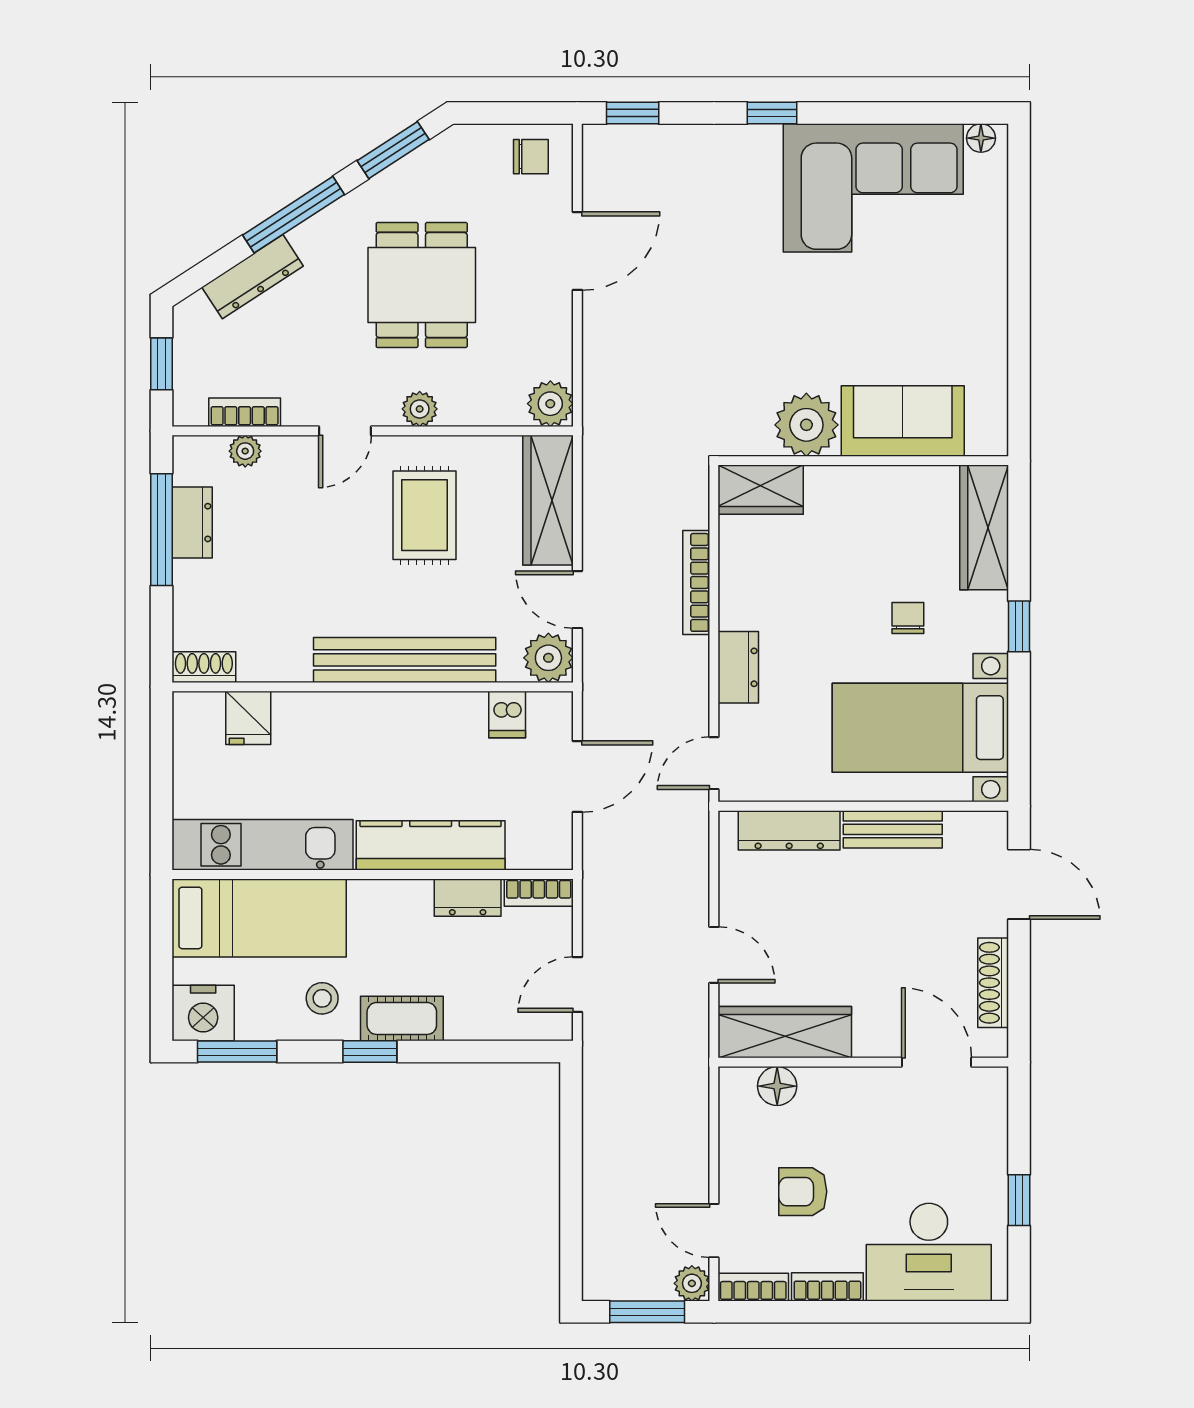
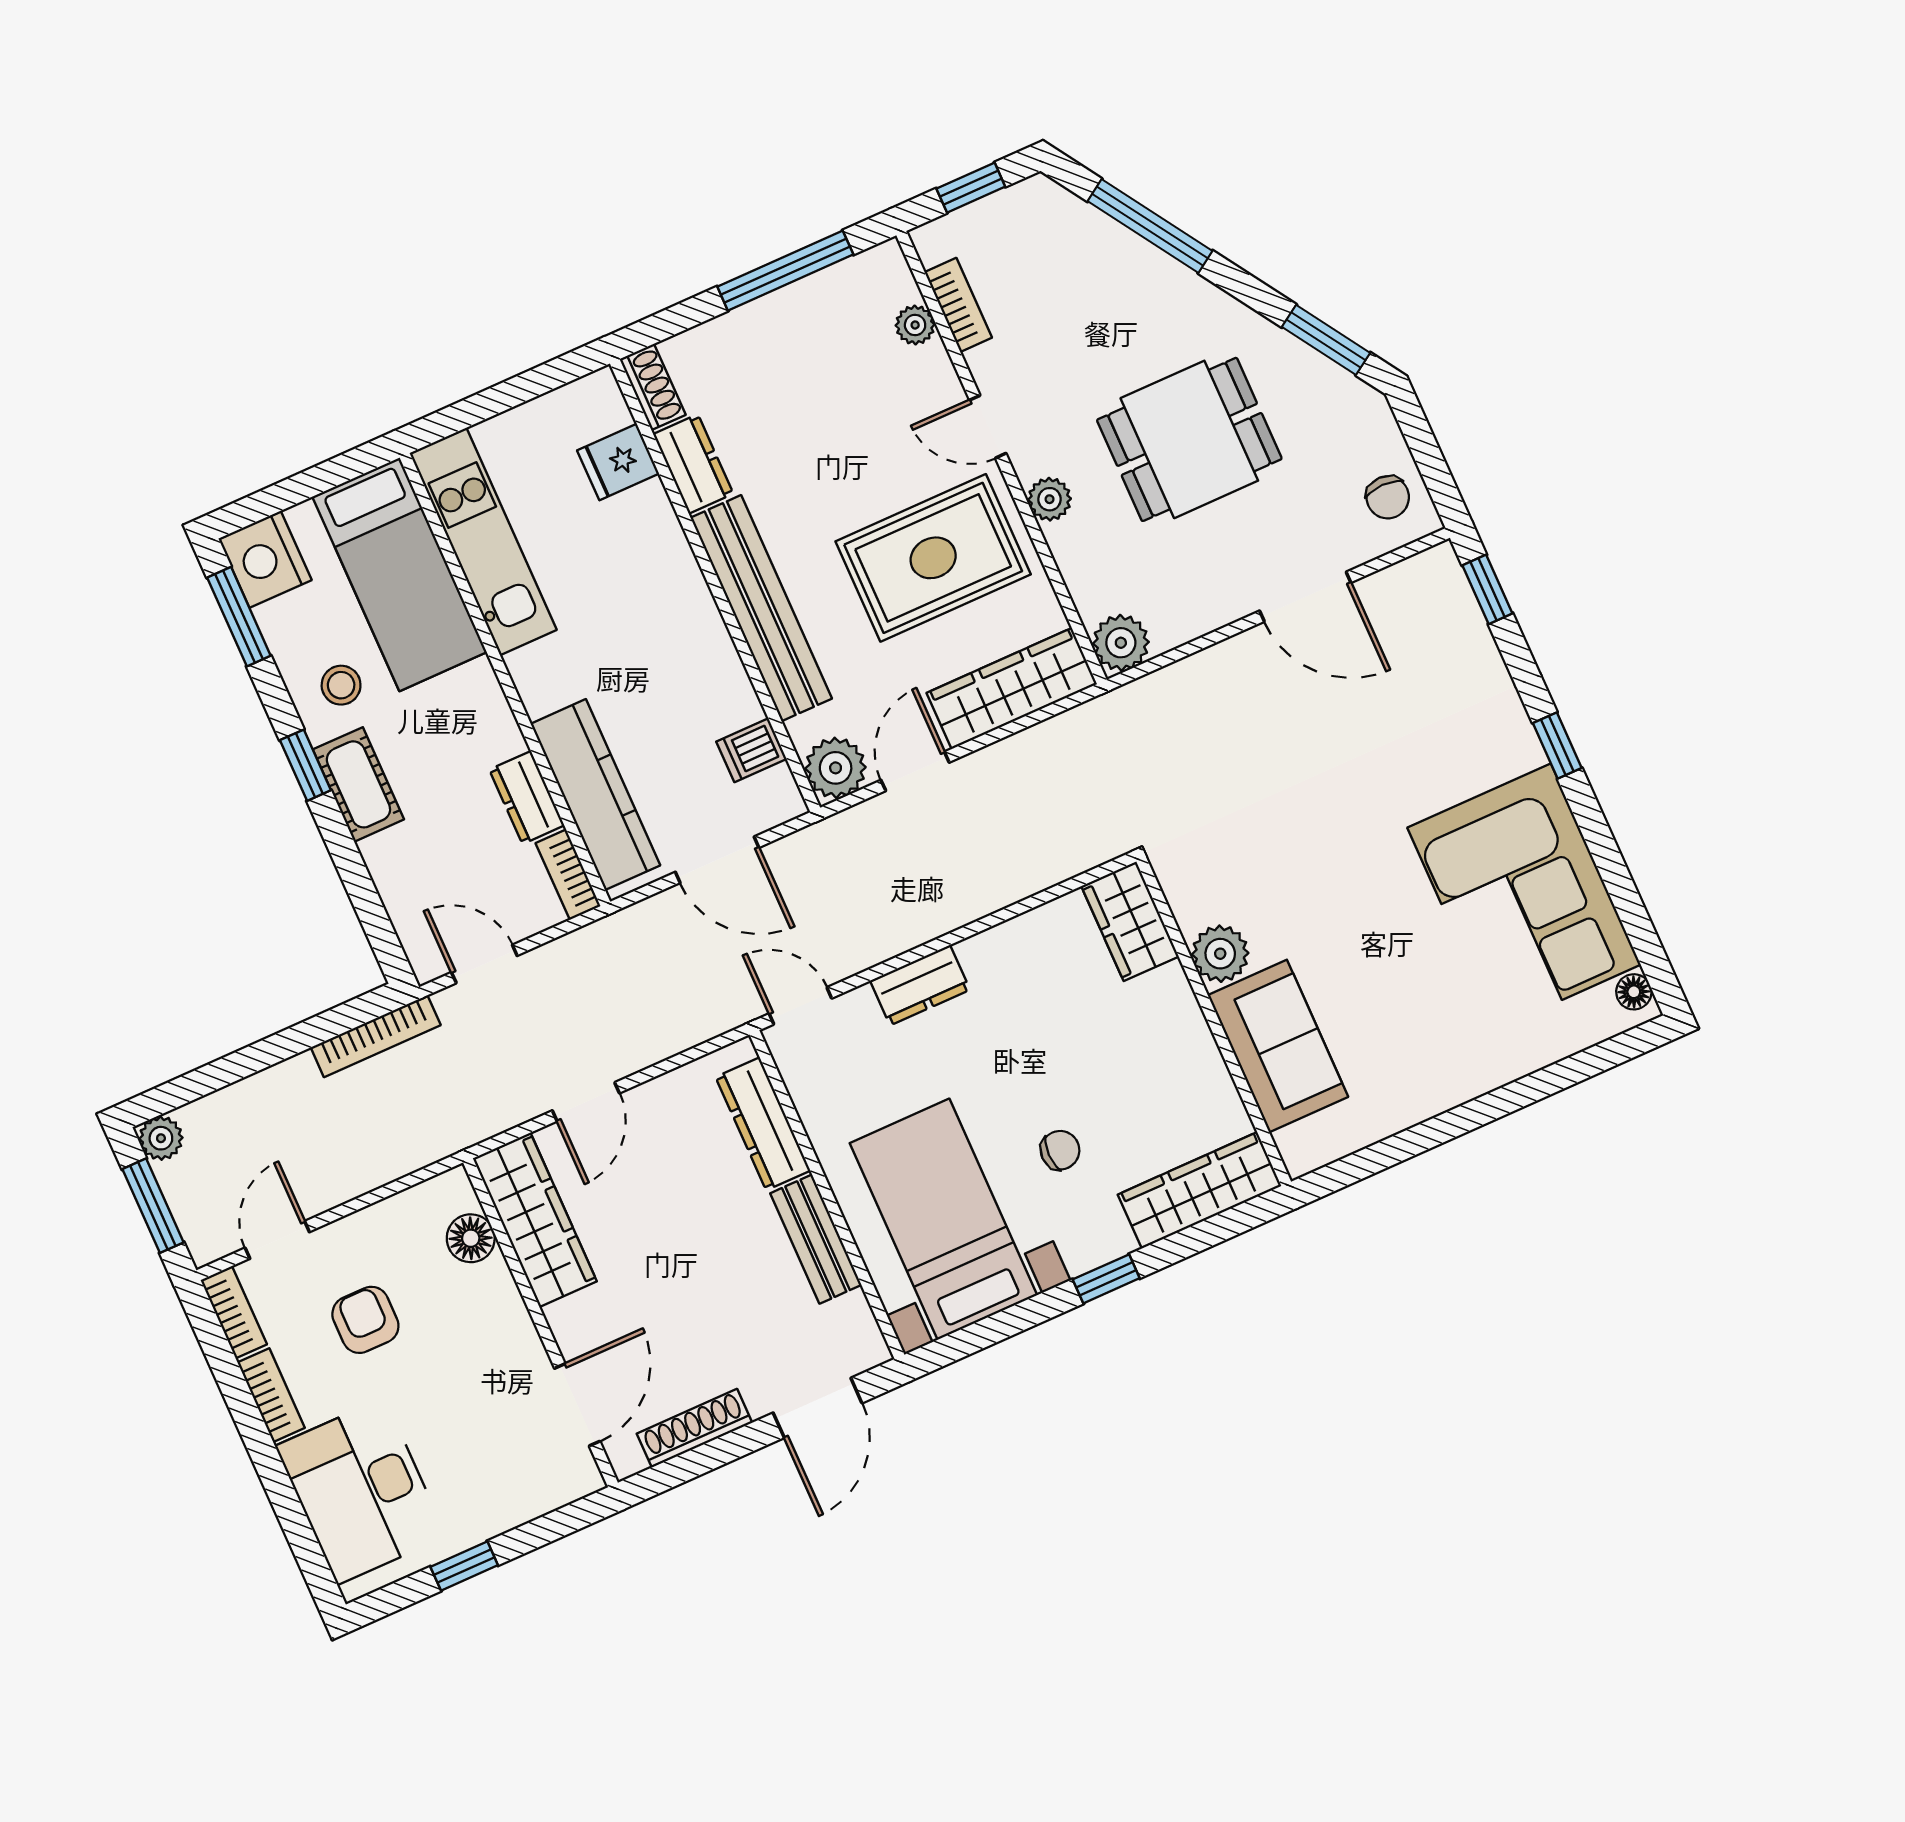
window: (294, 215) -> (1150, 226), moved
dresser: (253, 277) -> (1114, 246), removed
plant: (806, 425) -> (1220, 954), width x0.73, depth x0.73
rug: (425, 515) -> (933, 558), width x1.36, depth x1.43
dresser: (192, 523) -> (693, 464), moved, turned -90
bookcase: (696, 582) -> (376, 1036), moved, turned 180
kitchen counter: (431, 845) -> (595, 795), moved
plant: (692, 1283) -> (161, 1138), moved

